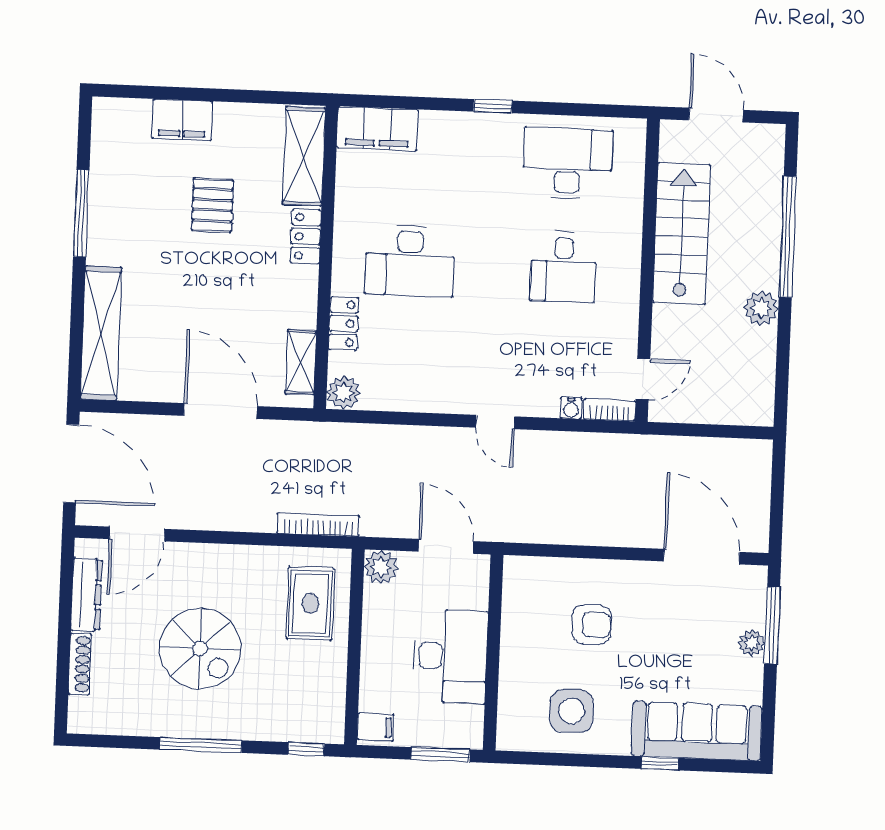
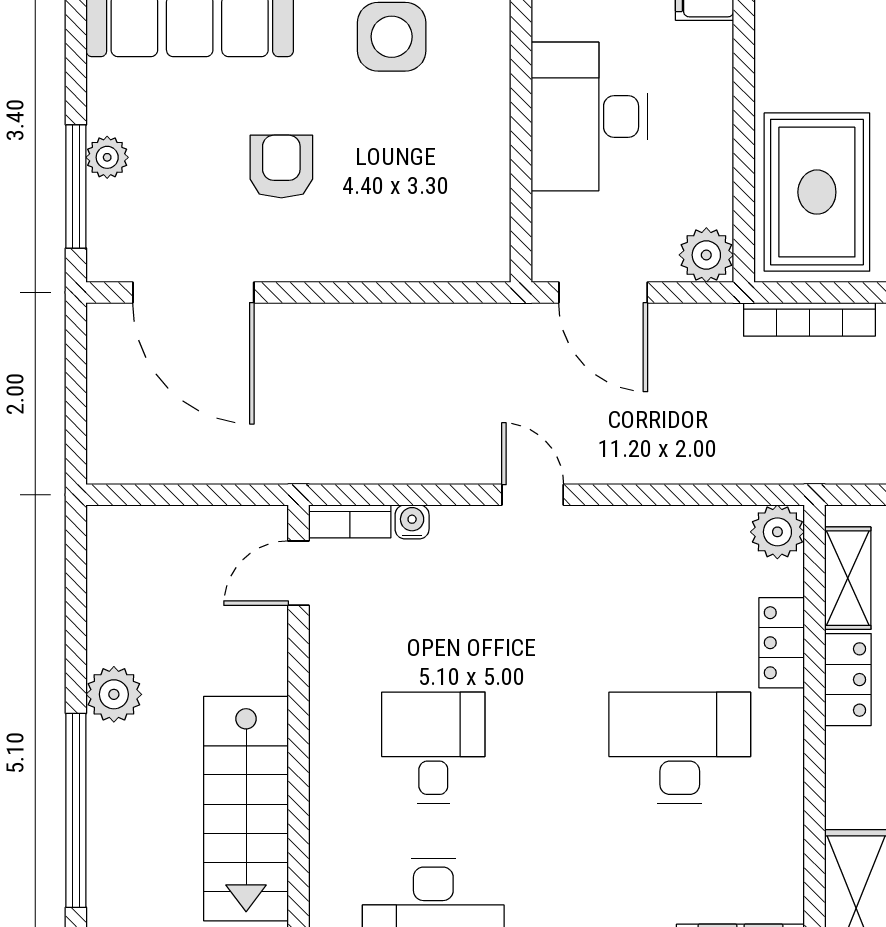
locker: (306, 237) -> (848, 680), moved
rug: (310, 604) -> (817, 192), width x1.36, depth x1.43
armchair: (592, 624) -> (281, 167), moved, turned 90

